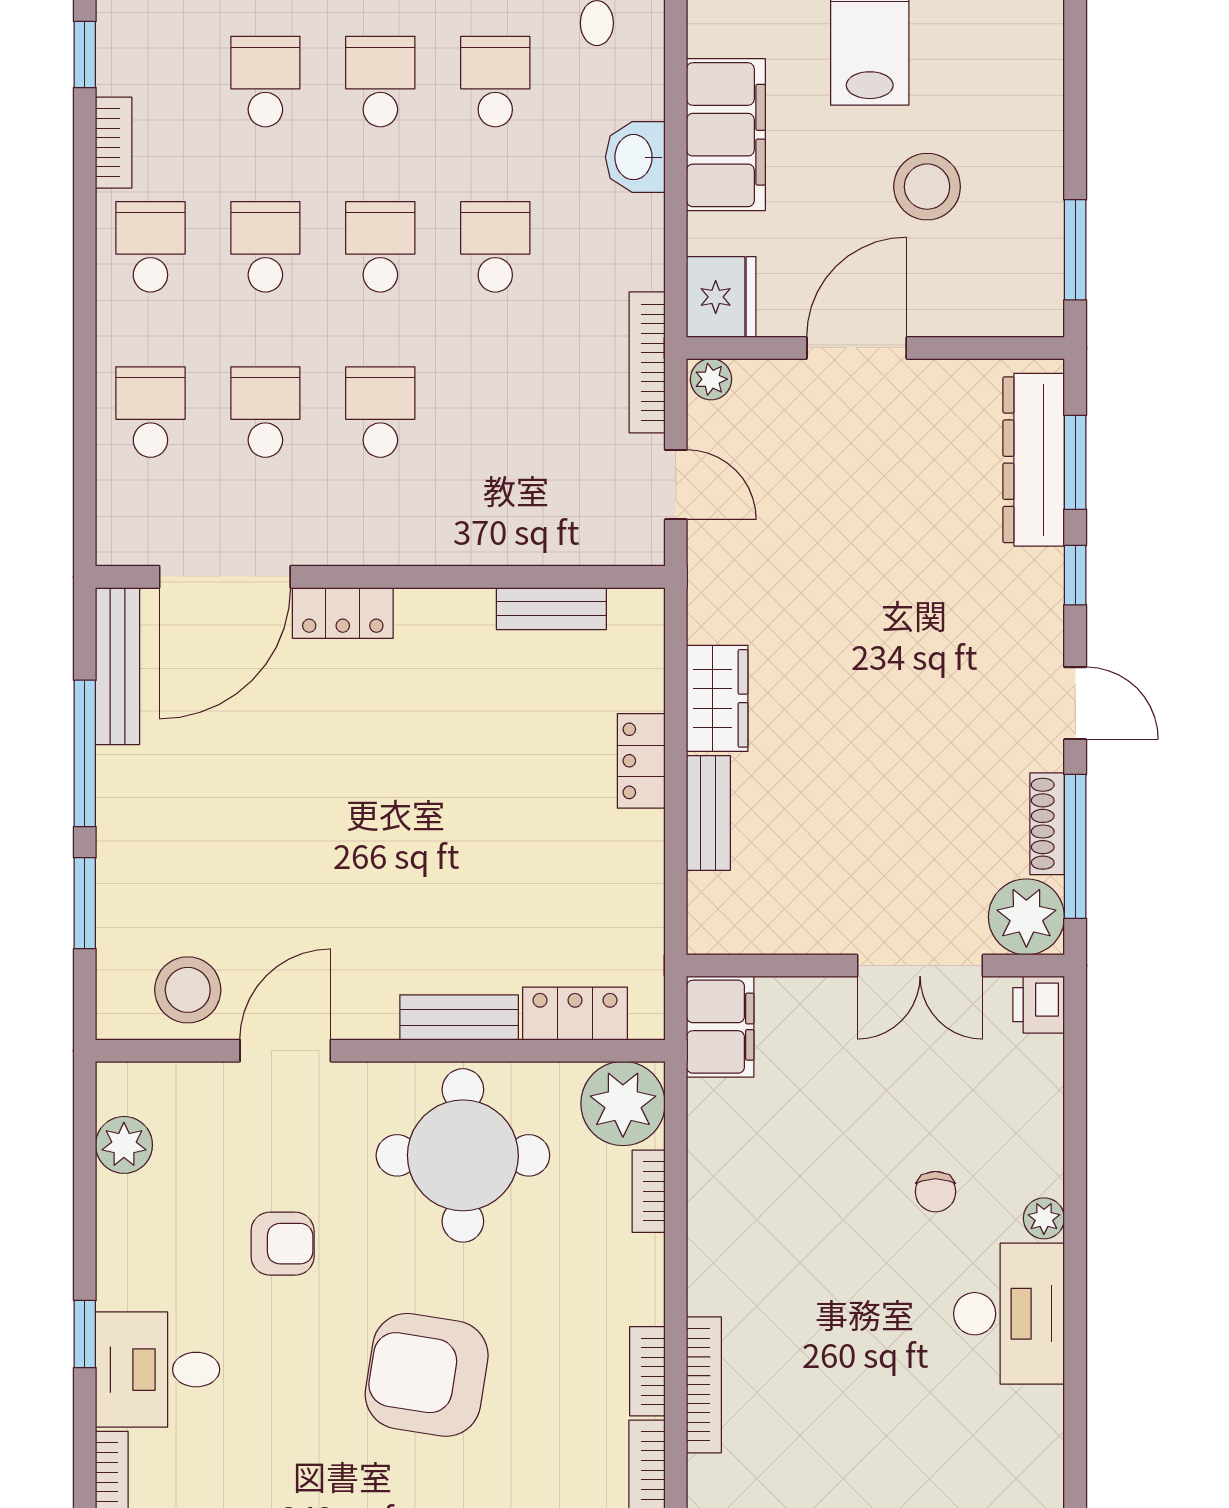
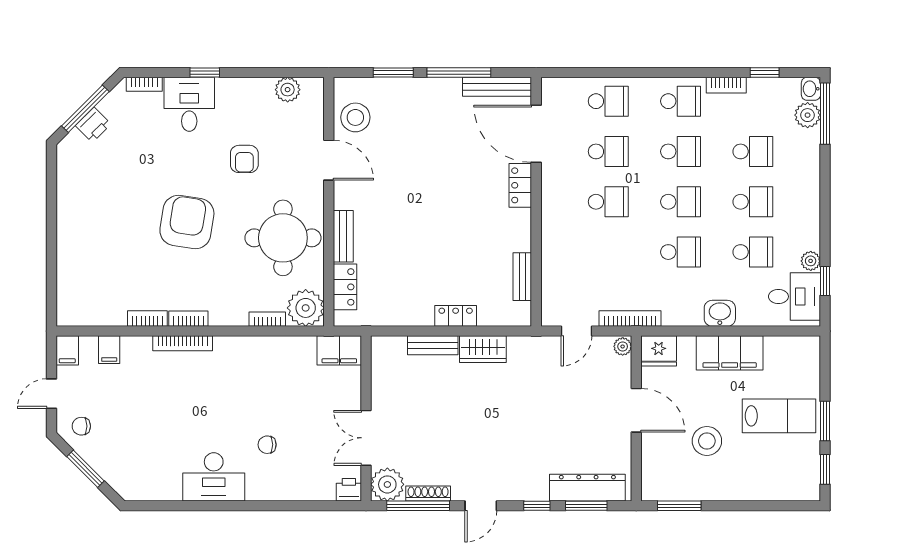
plant: (1044, 1218) -> (255, 492), removed

